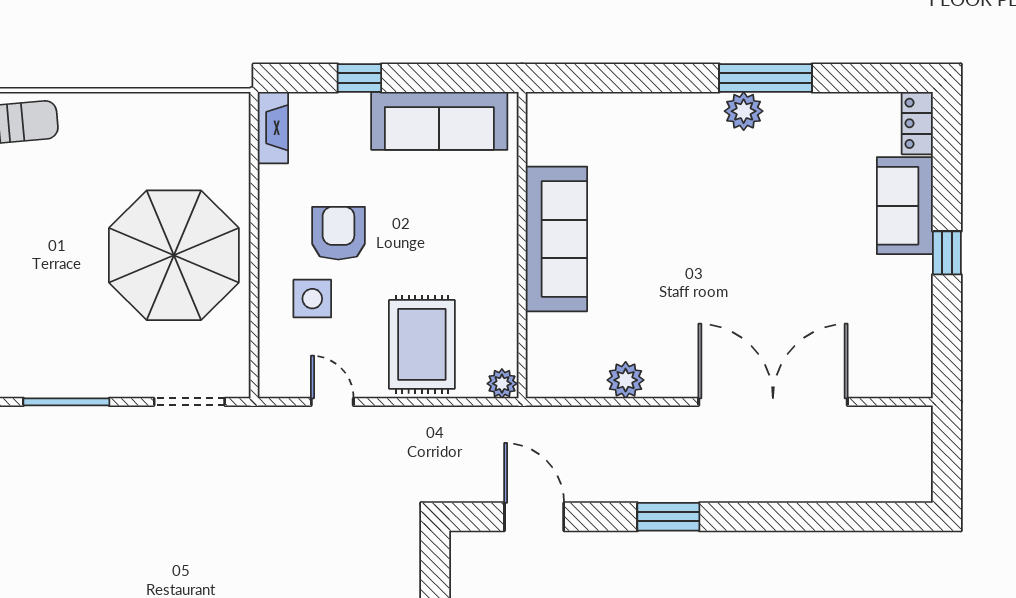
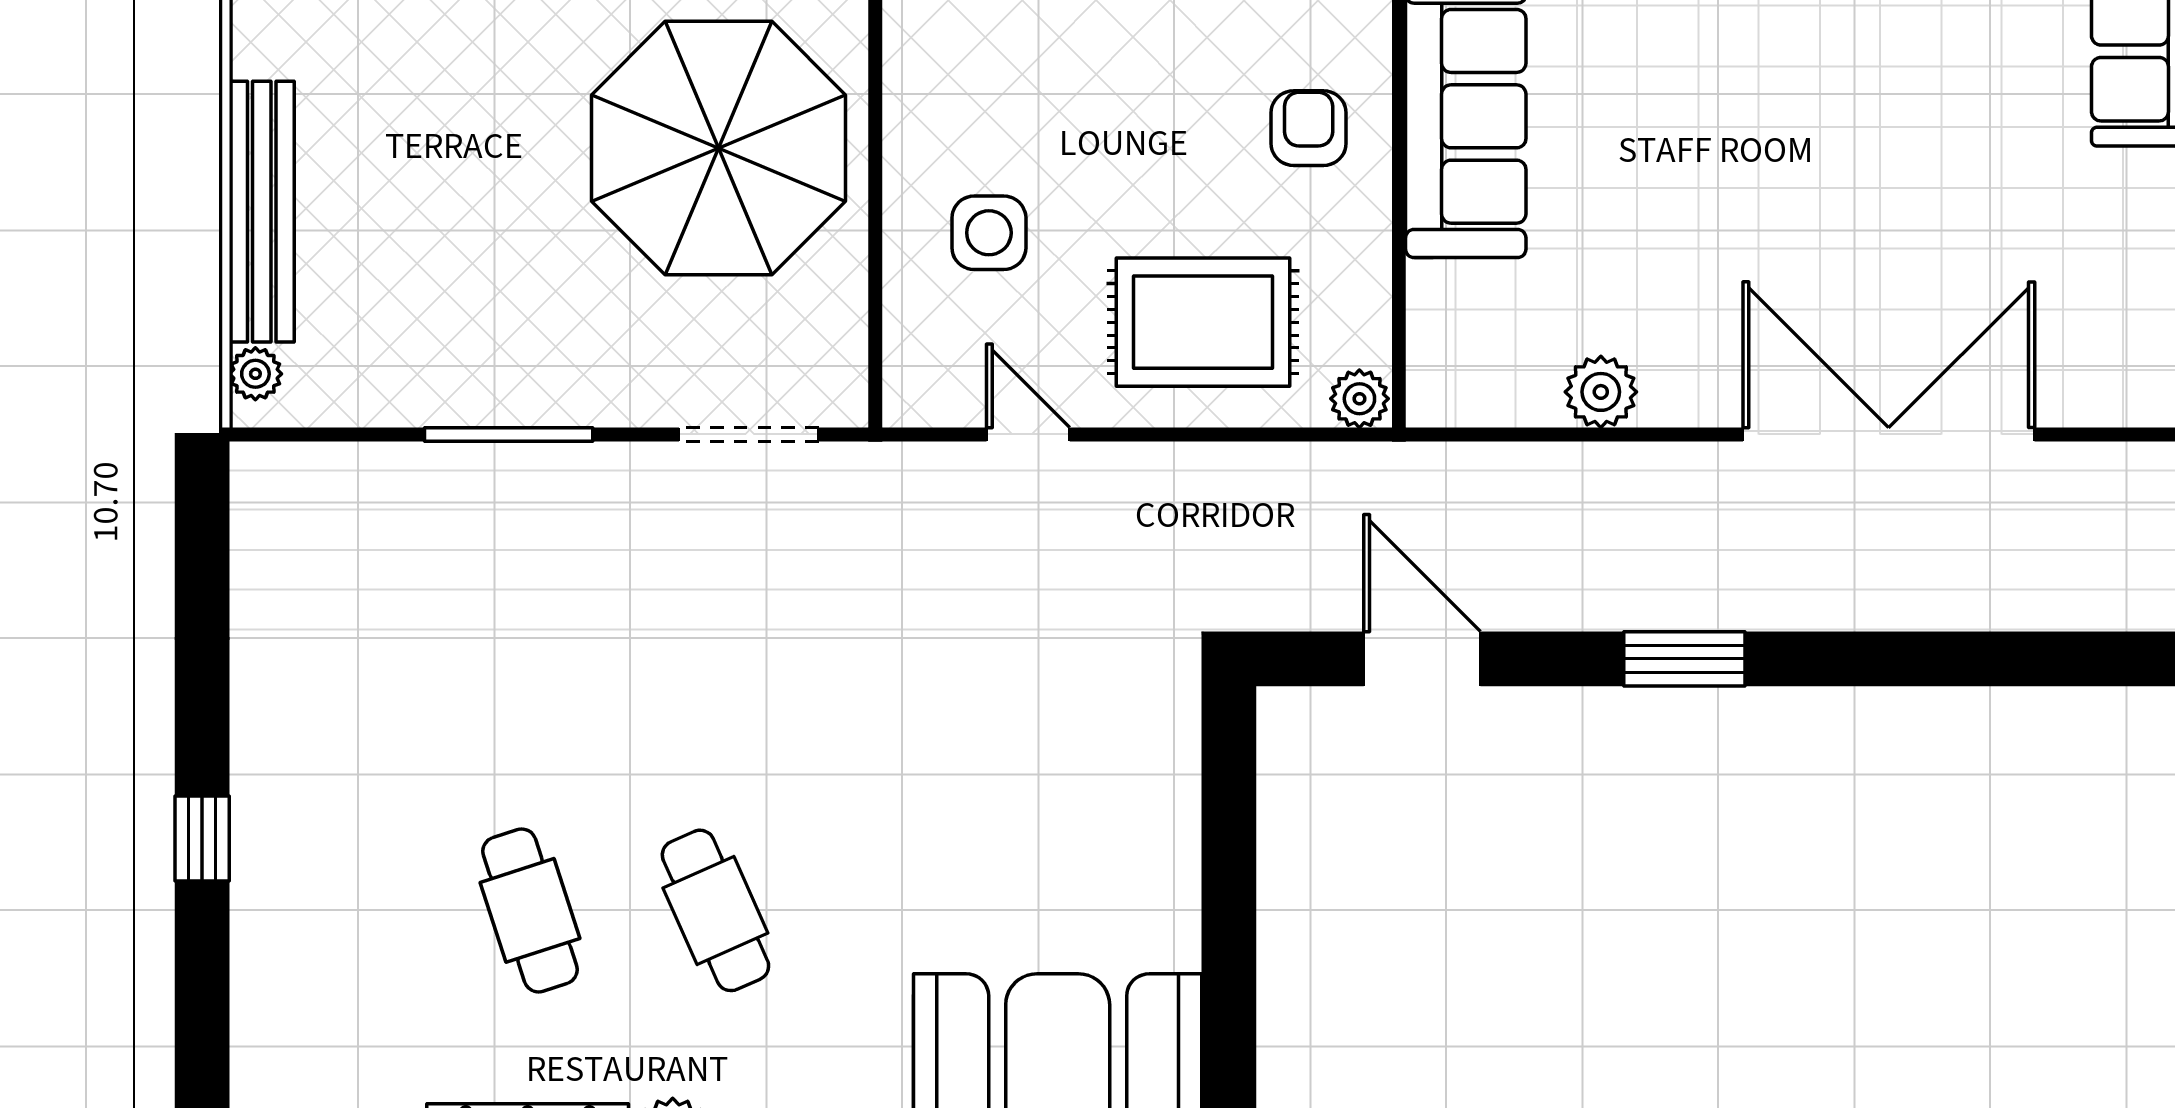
armchair: (338, 233) -> (1309, 128), moved, width x0.72, depth x0.72
rug: (422, 344) -> (1203, 322), turned 90

